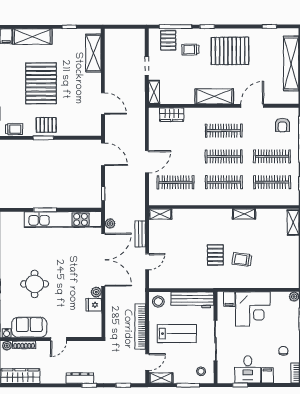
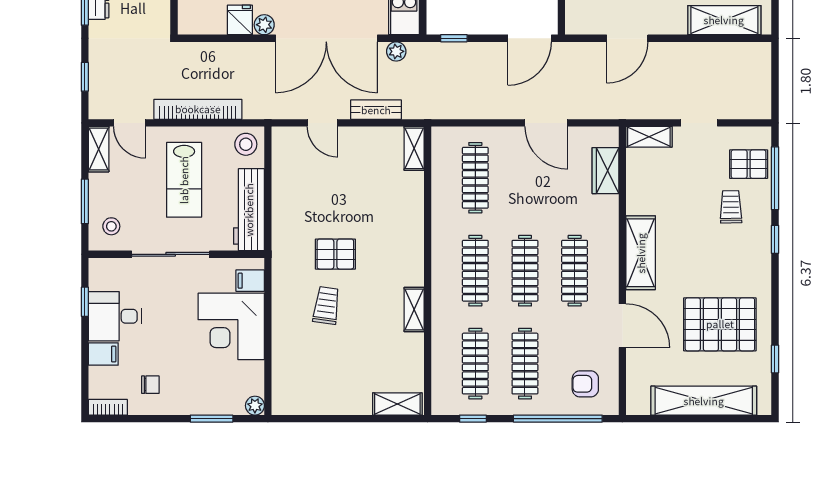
pallet: (230, 51) -> (720, 324), moved, turned 90
door: (147, 162) -> (546, 123), moved

